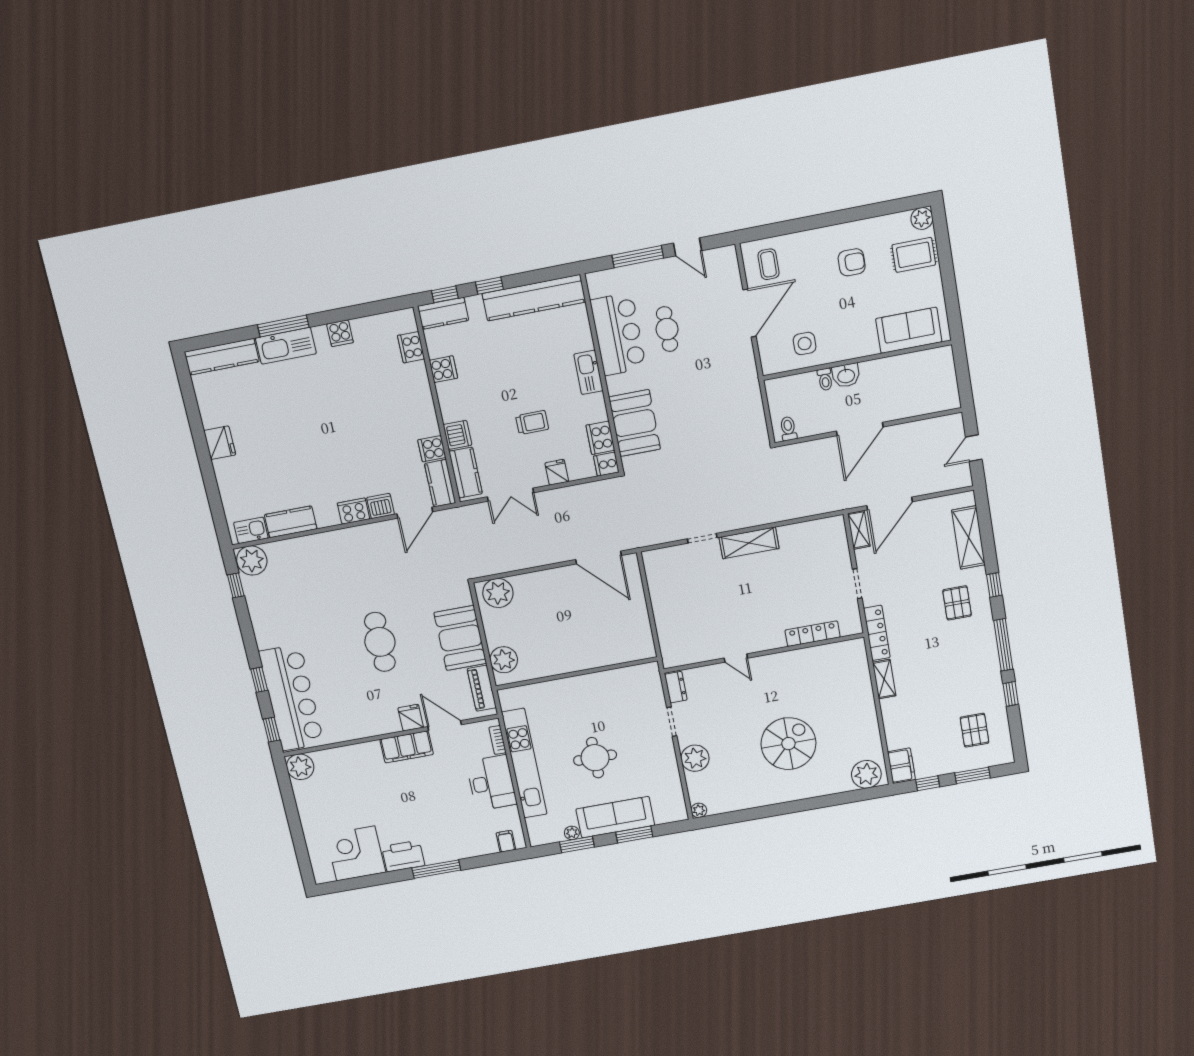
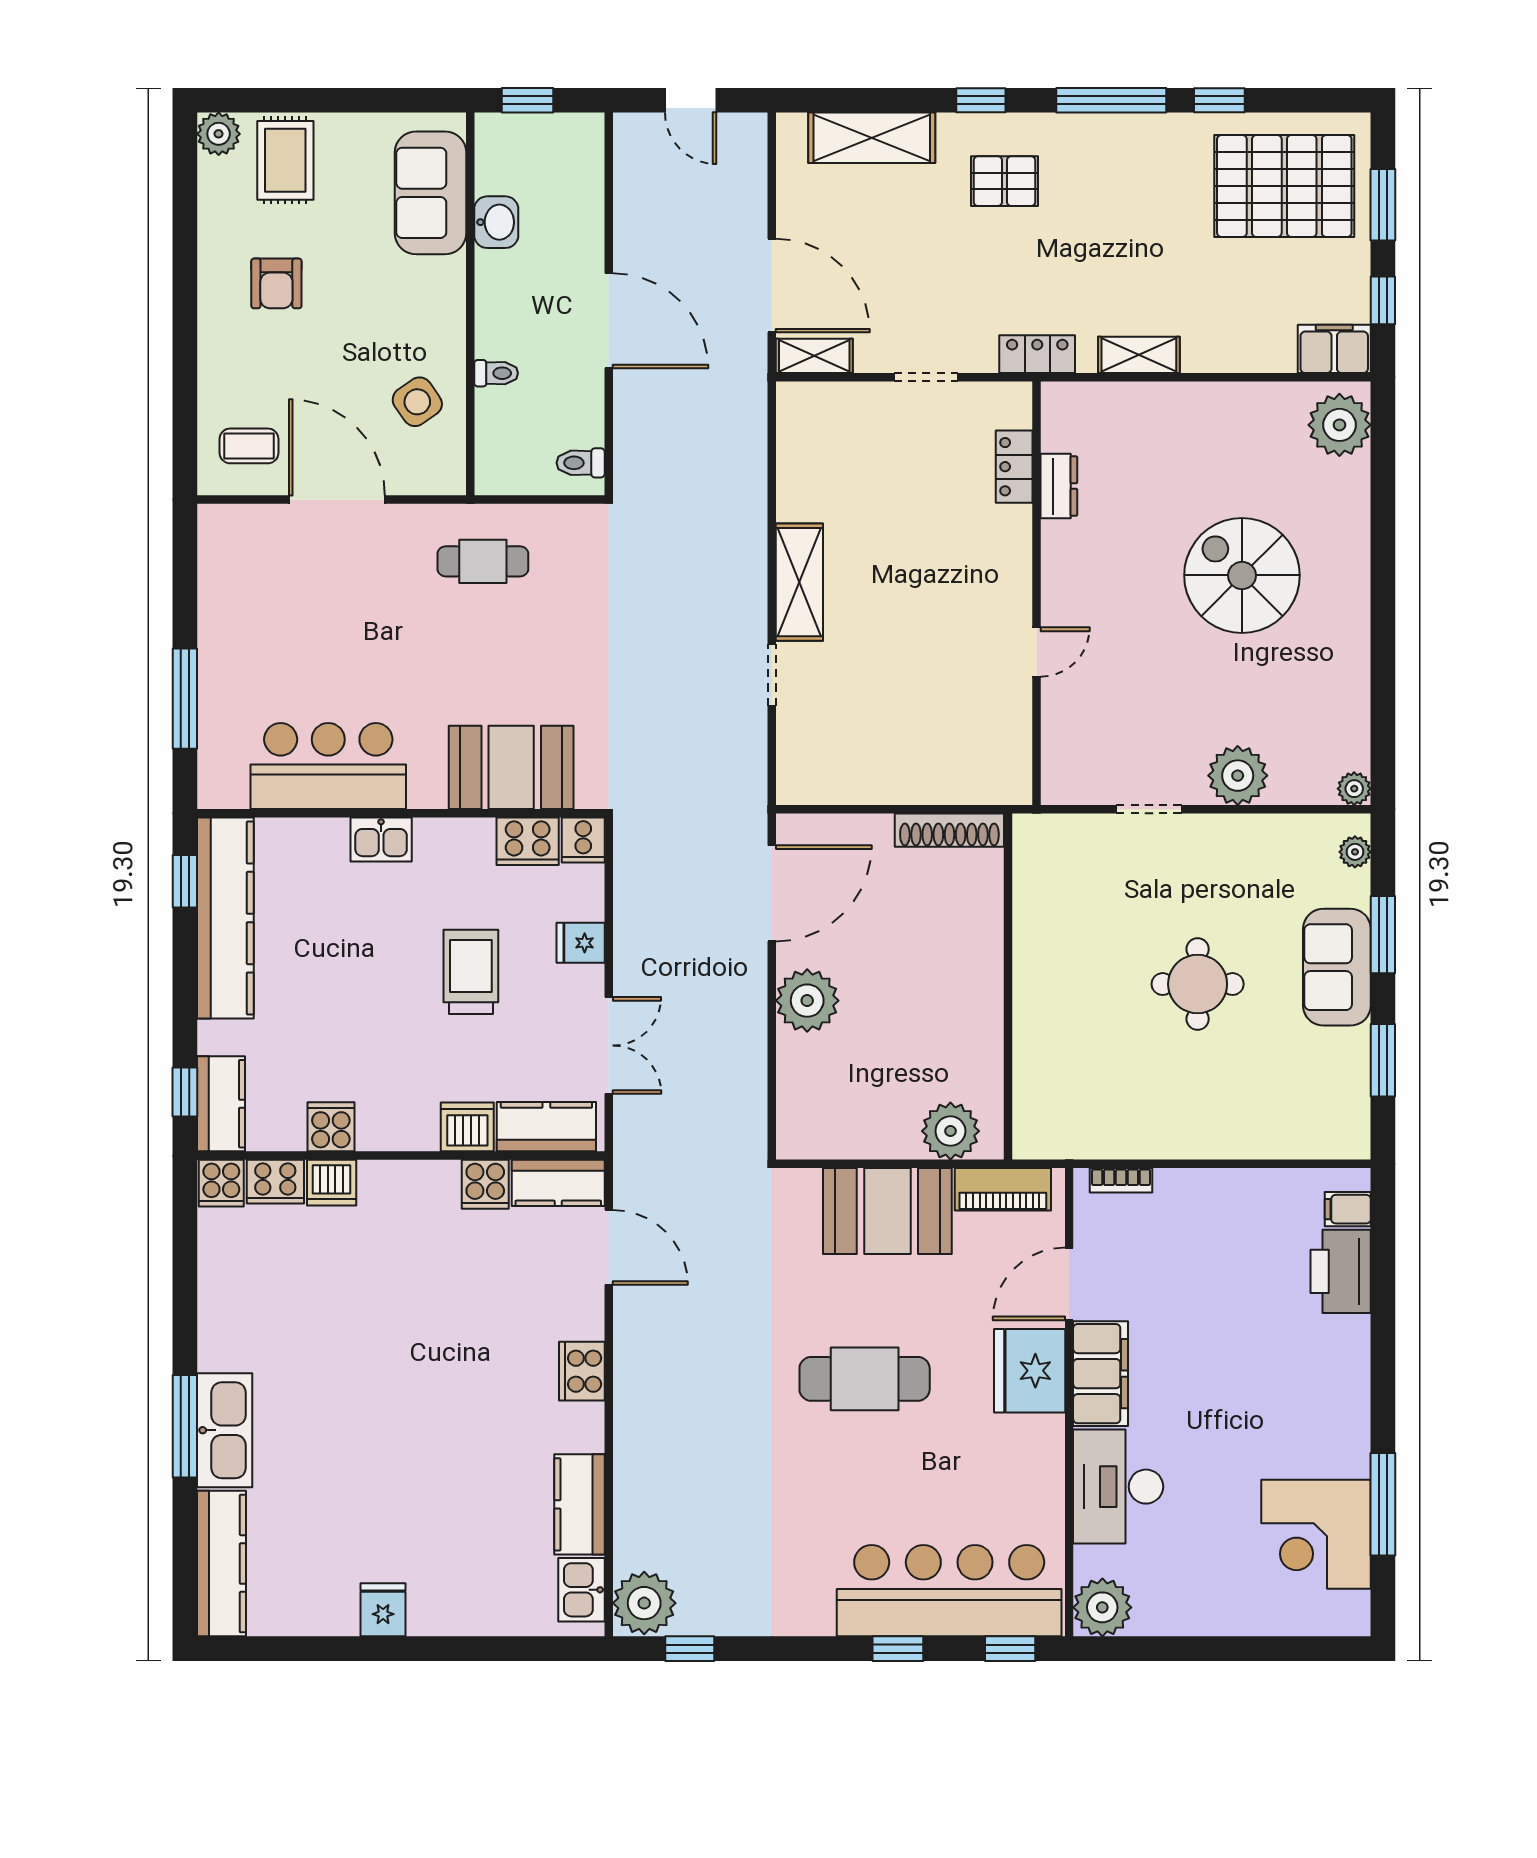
door: (687, 247) -> (185, 598), removed
armchair: (852, 262) -> (276, 283), turned 180
window: (489, 286) -> (185, 881), moved
cafe table: (667, 329) -> (483, 561), moved
cooker: (340, 333) -> (221, 1183), moved, turned 90
side table: (805, 344) -> (417, 402), turned -35
window: (962, 369) -> (528, 100), added
kitchen sink: (588, 372) -> (381, 839), width x0.73
washbasin: (846, 375) -> (496, 222), moved
trolley: (532, 423) -> (471, 972), width x1.36, depth x1.39
fridge: (220, 443) -> (383, 1610), width x0.72
dishwasher: (381, 506) -> (332, 1183), moved, turned -90
plant: (498, 593) -> (807, 1001), moved
locker: (877, 633) -> (1037, 354), width x0.66
shoe rack: (644, 634) -> (949, 830), added
locker: (813, 634) -> (1014, 467), width x0.66
dresser: (676, 687) -> (1059, 486), moved, turned 90
fridge: (411, 718) -> (1030, 1371), width x1.88, depth x1.34
pallet: (974, 730) -> (1284, 186), width x2.05, depth x2.00
kitchen unit: (524, 763) -> (1182, 1135), removed
desk: (491, 783) -> (1118, 1487), moved, turned -90
sofa: (615, 817) -> (1337, 967), width x0.73
plant: (572, 833) -> (1355, 852), moved
printer: (403, 856) -> (1341, 1271), moved
window: (436, 869) -> (1383, 1504), moved

